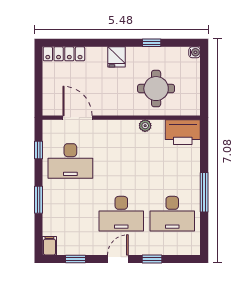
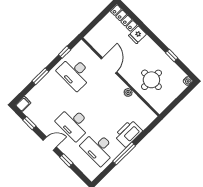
fridge: (116, 57) -> (137, 35), moved
door: (77, 118) -> (109, 65), moved
printer: (183, 132) -> (128, 133), moved, turned 90

